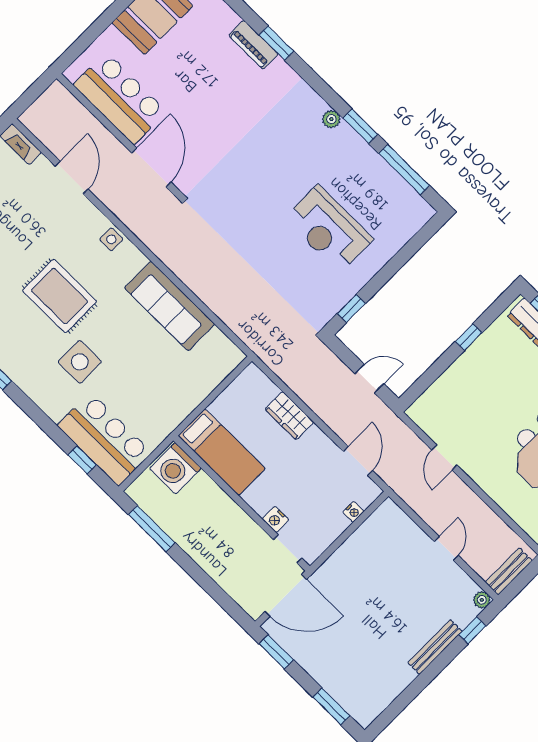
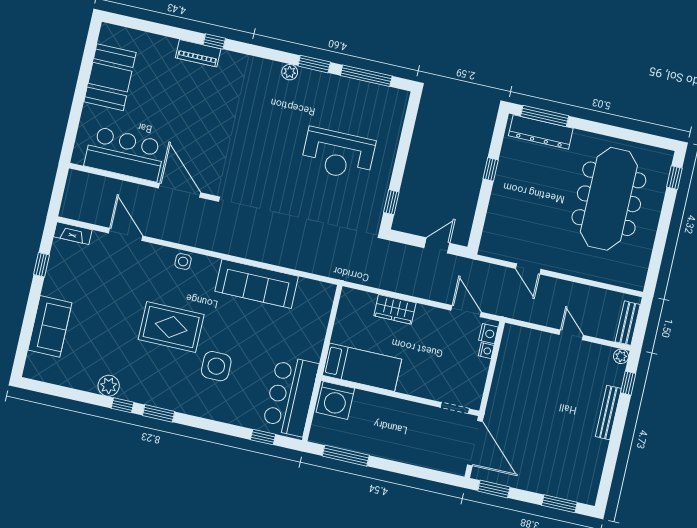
window: (276, 43) -> (214, 42), width x0.67
bar counter: (105, 439) -> (291, 396), moved, turned -90
nightstand: (276, 519) -> (488, 334), moved, turned -90
door: (286, 595) -> (475, 443), hinge flipped

